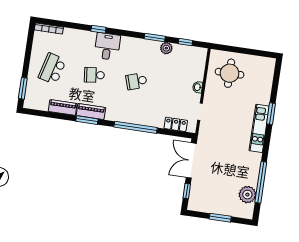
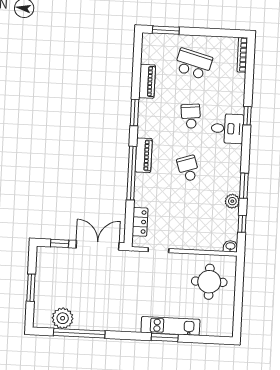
washbasin: (198, 87) -> (230, 246), moved
piano: (91, 112) -> (144, 155), moved
kitchen unit: (259, 128) -> (170, 326), moved

